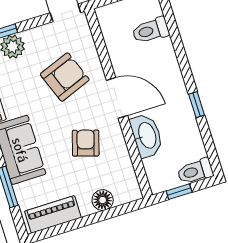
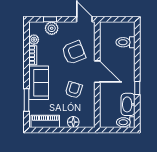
washbasin: (147, 136) -> (128, 104), moved, turned 180
window: (179, 192) -> (114, 130), removed

